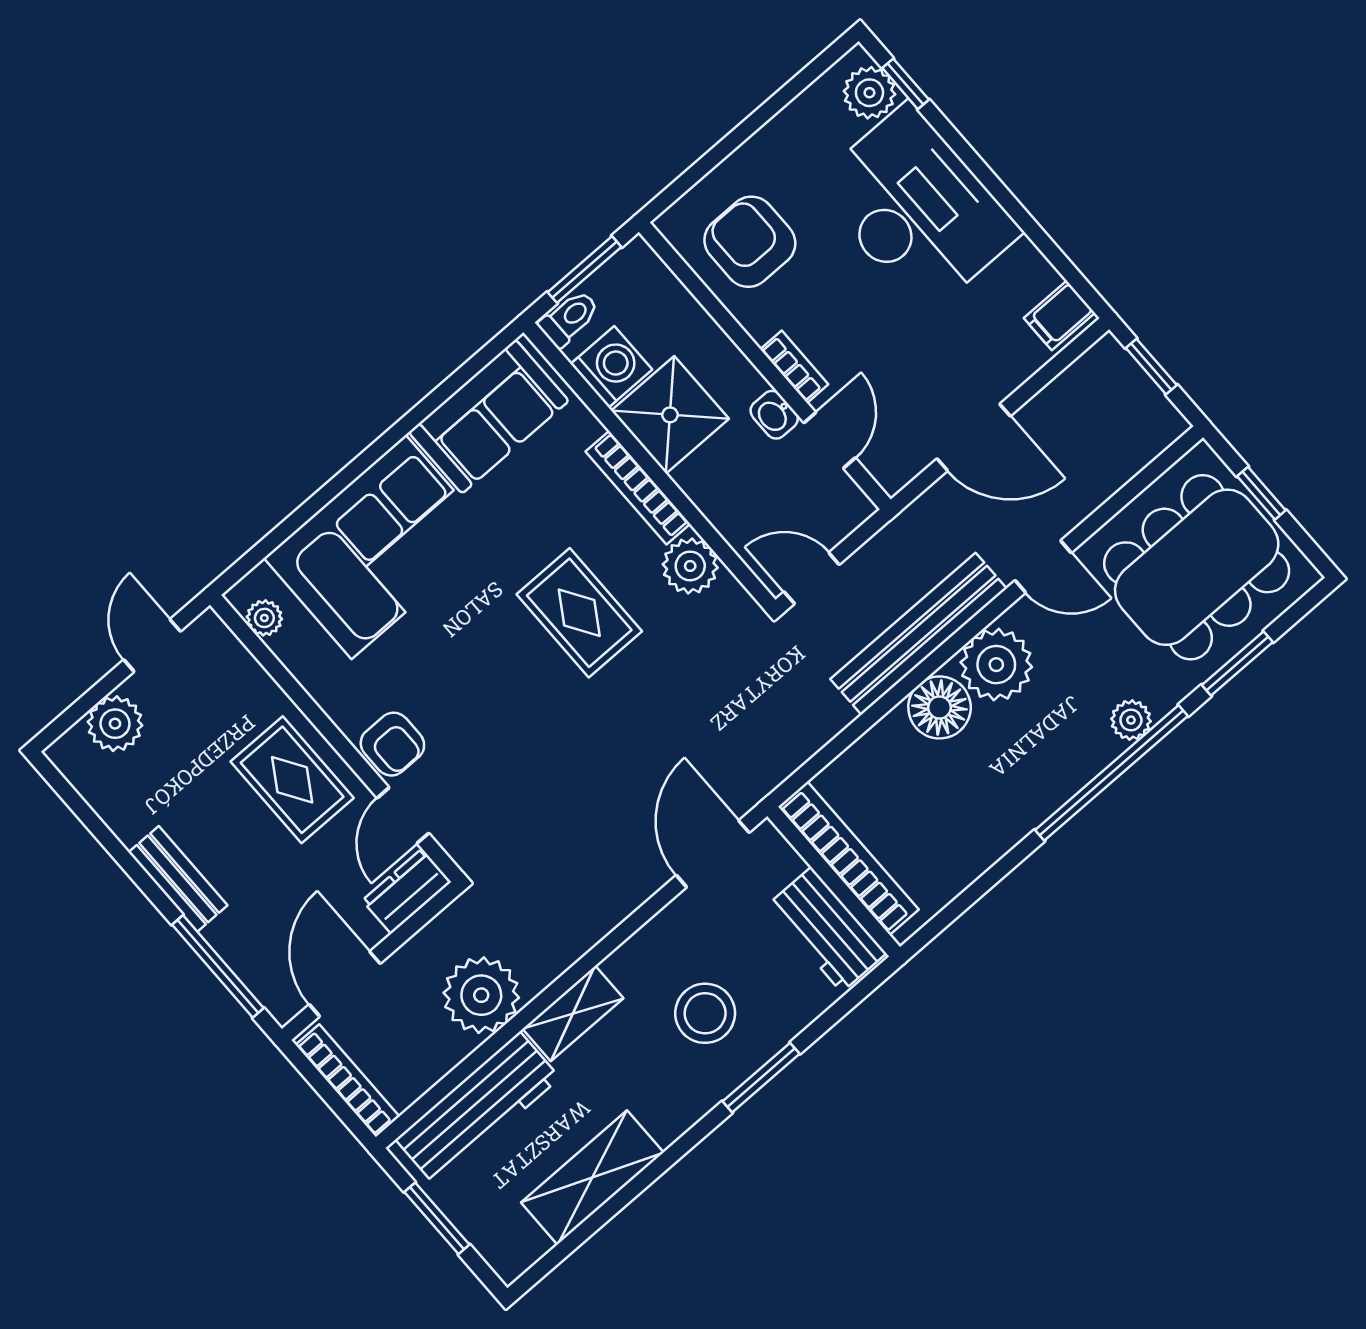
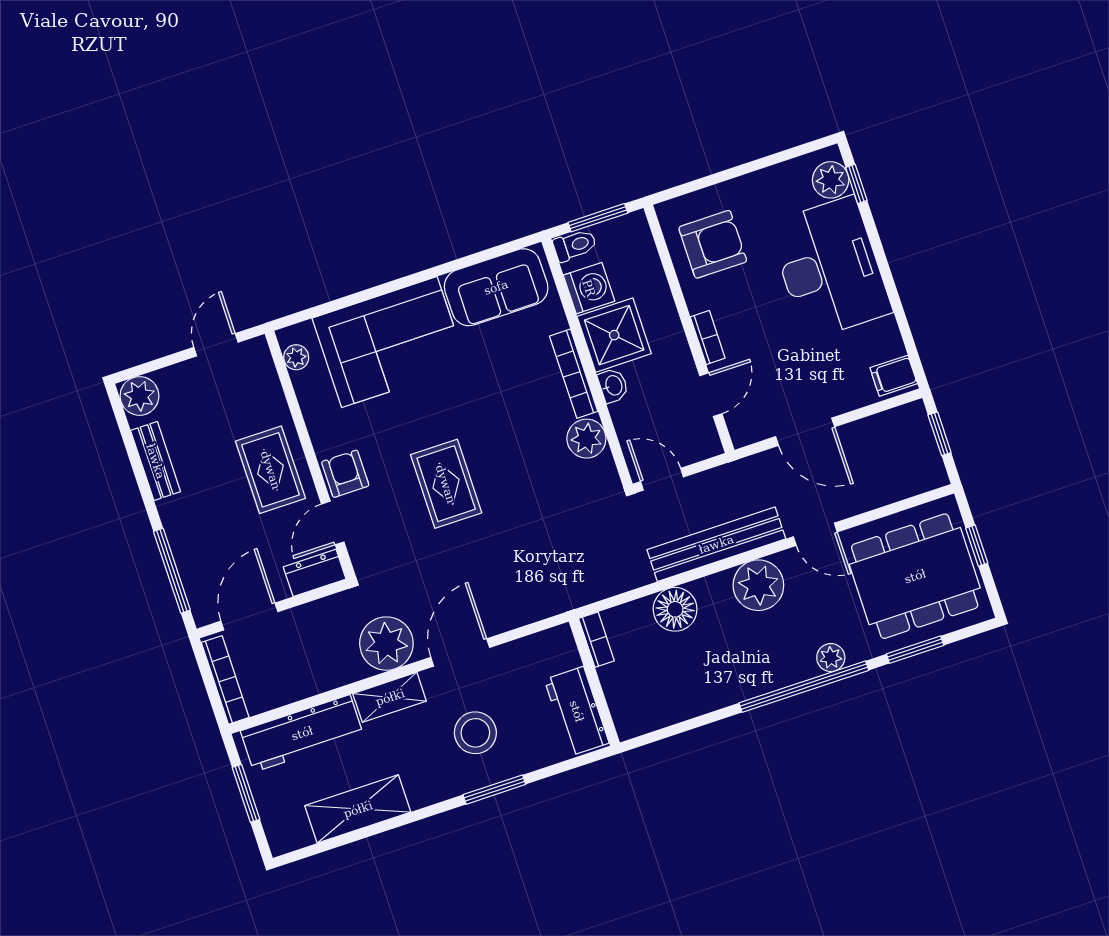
armchair: (750, 242) -> (713, 244), turned 90
washbasin: (774, 415) -> (613, 386), moved, turned 180
rug: (579, 613) -> (446, 484), moved
floor lamp: (940, 707) -> (675, 609), moved
plant: (115, 724) -> (139, 396), moved
armchair: (392, 744) -> (345, 474), turned 180
door: (713, 854) -> (460, 652), moved
bookcase: (848, 858) -> (596, 640), width x0.43, depth x0.76
bench: (178, 879) -> (156, 461), moved
plant: (481, 995) -> (386, 644), moved

